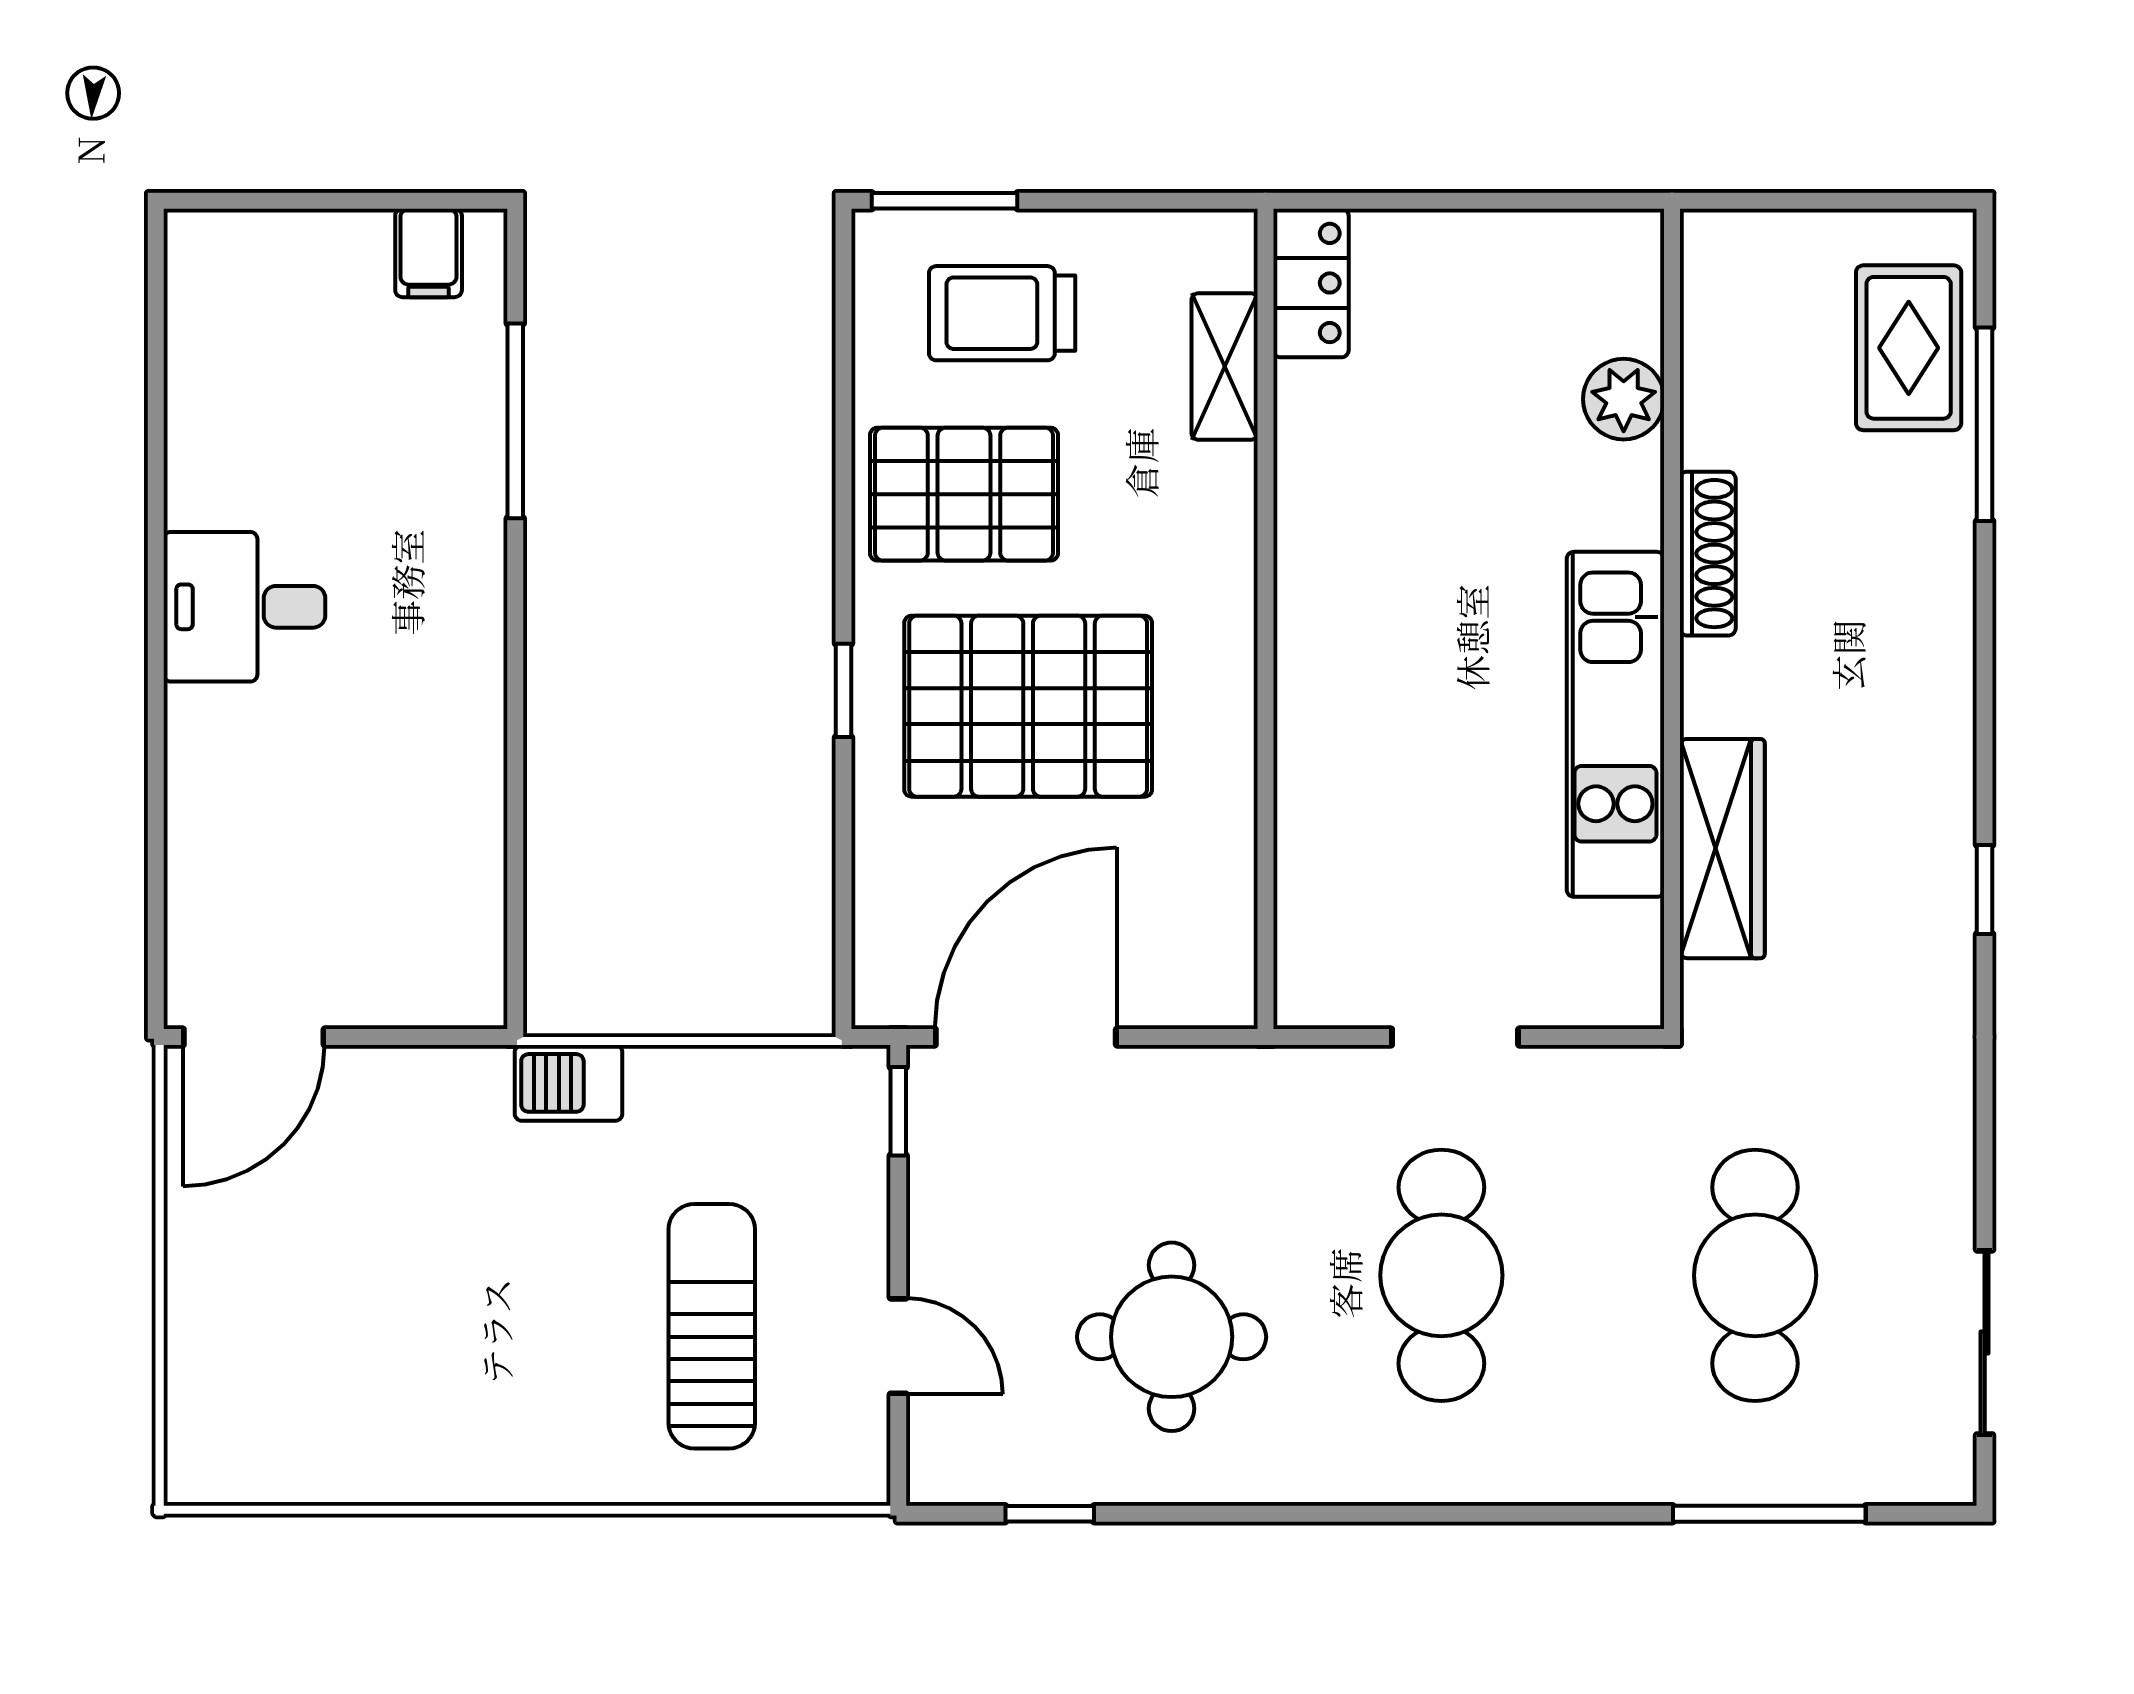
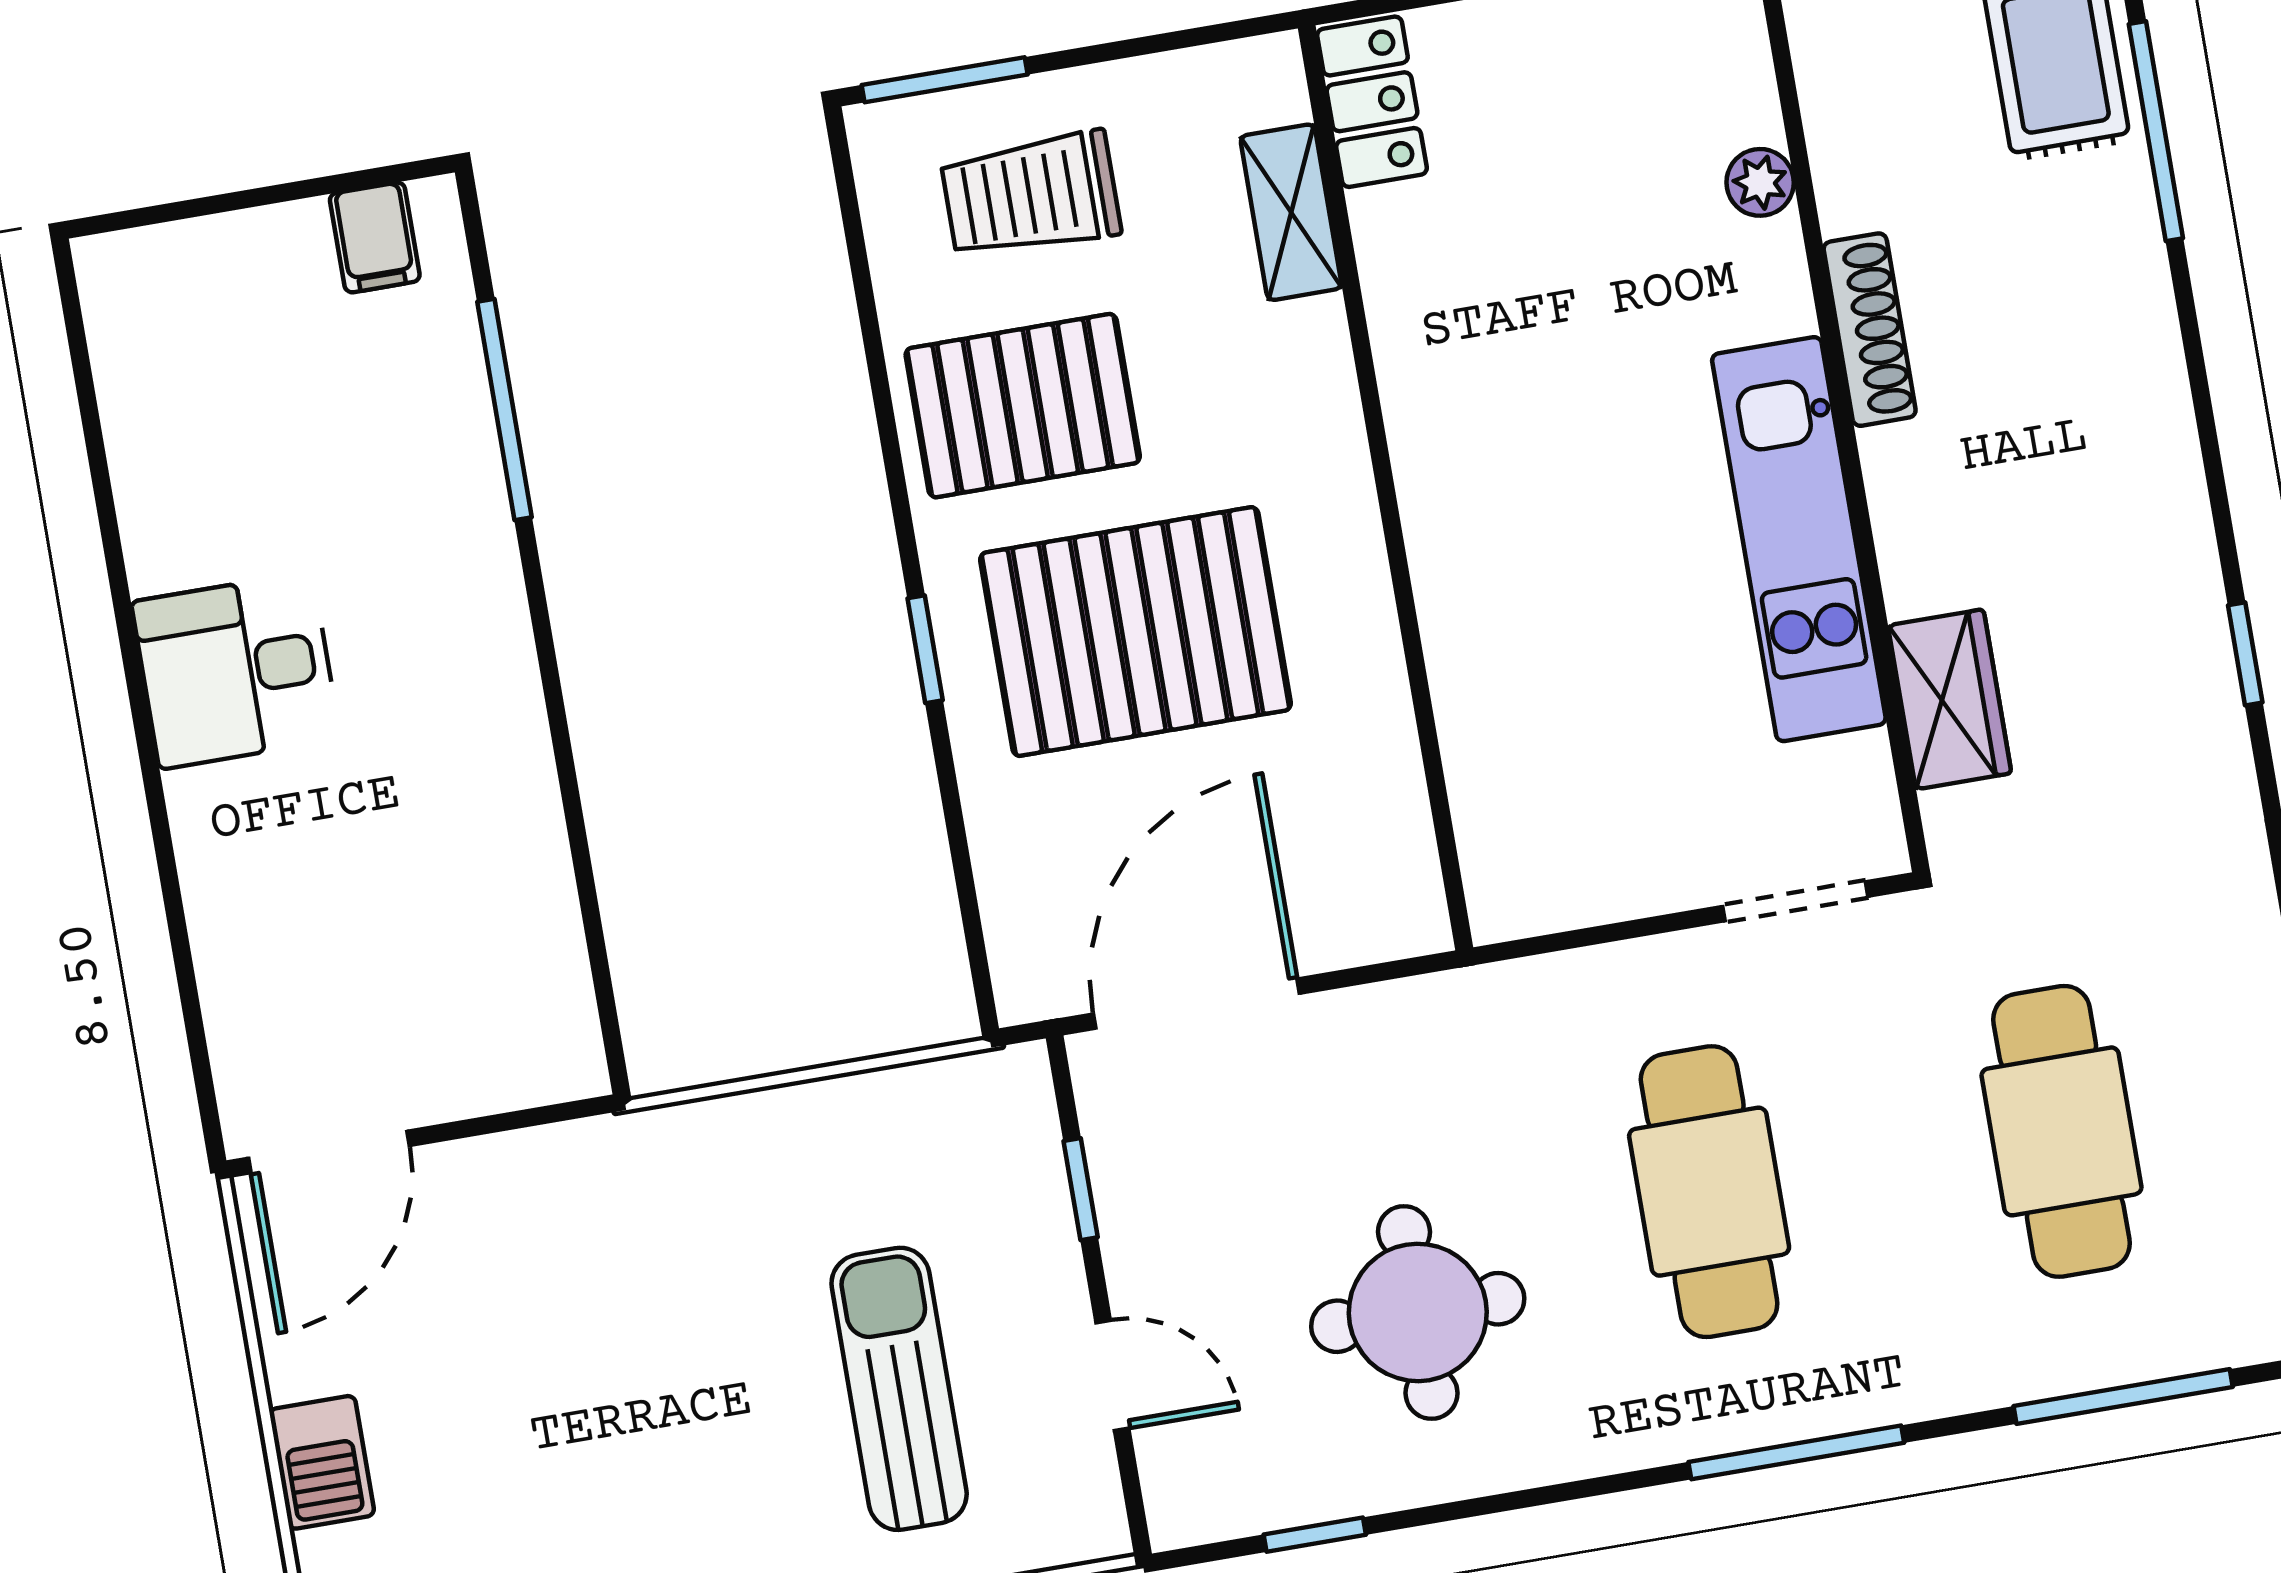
plant: (1624, 399) -> (1760, 182), width x0.73, depth x0.73
wardrobe: (1722, 849) -> (1950, 699), width x0.67
doorway: (1455, 1037) -> (1795, 901), moved
barbecue: (569, 1083) -> (322, 1462), moved, turned -90
window: (898, 1111) -> (1081, 1189), moved
window: (1478, 1514) -> (1796, 1452), added

